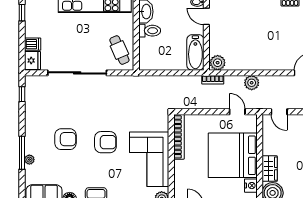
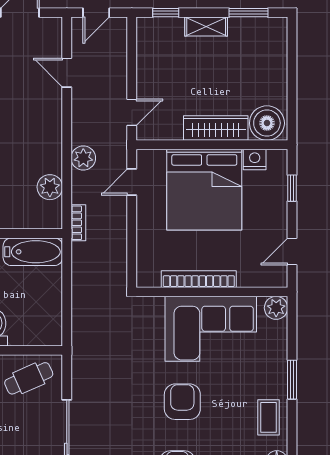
plant: (218, 63) -> (50, 187), moved
bookcase: (179, 137) -> (199, 279), moved
wardrobe: (270, 169) -> (216, 128), width x1.50

